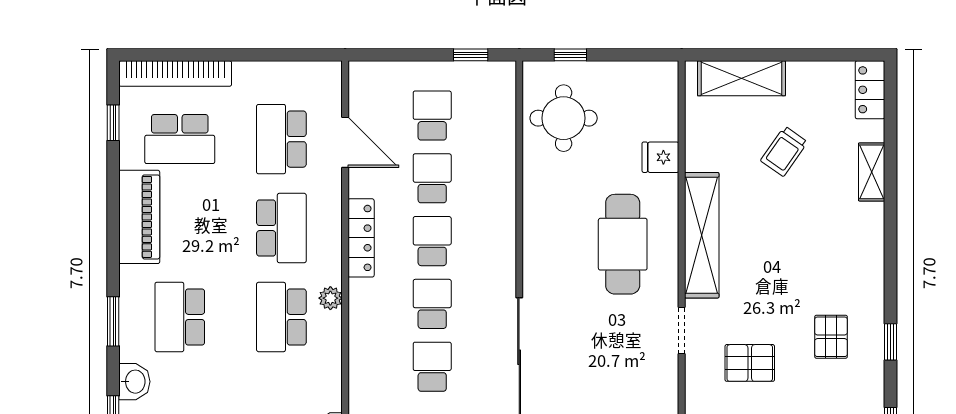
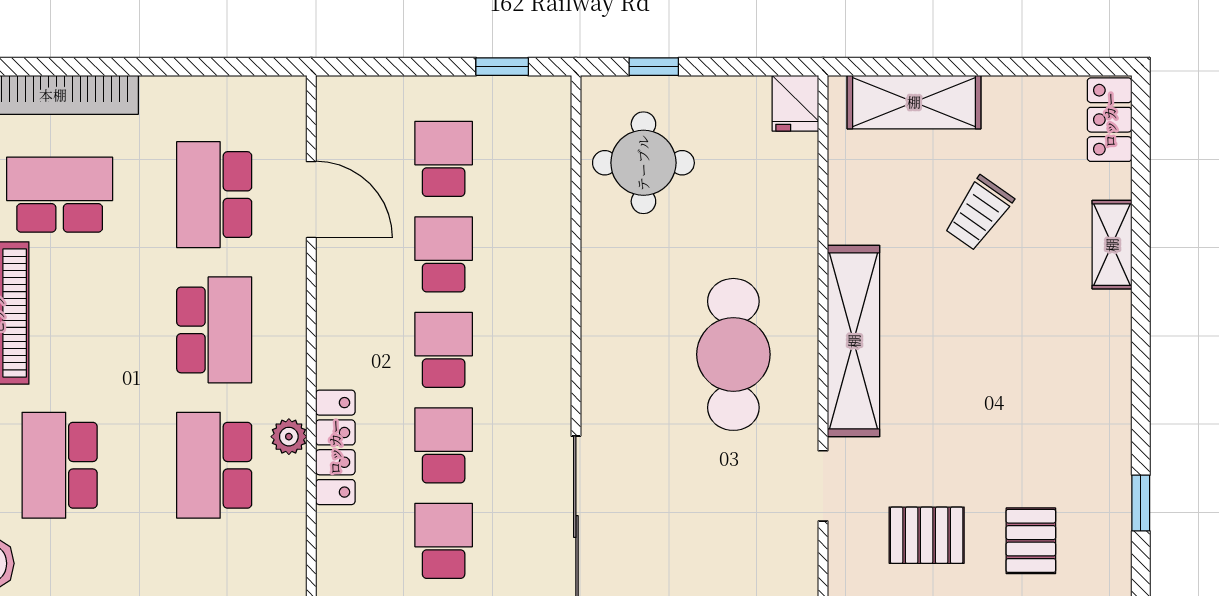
school desk: (180, 139) -> (60, 195), turned 180
fridge: (660, 157) -> (795, 103), moved, turned -90
locker: (361, 238) -> (335, 447), moved
pallet: (831, 337) -> (1031, 541), moved

